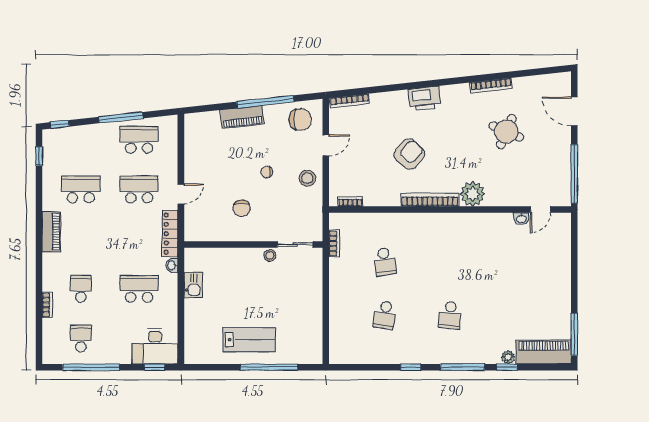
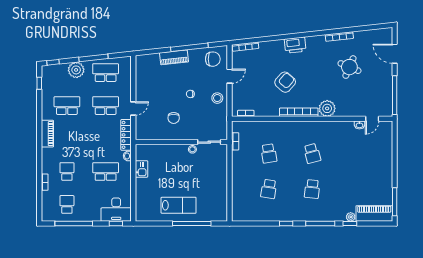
plant: (95, 136) -> (76, 70), added
school desk: (450, 262) -> (312, 153), added

